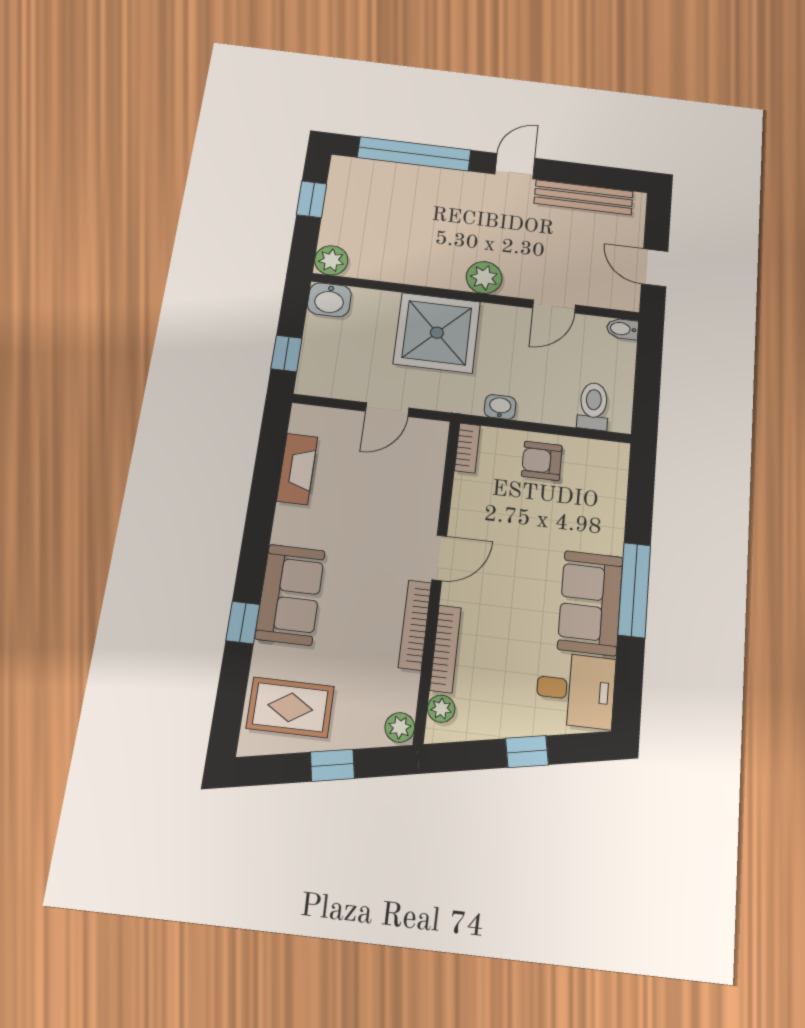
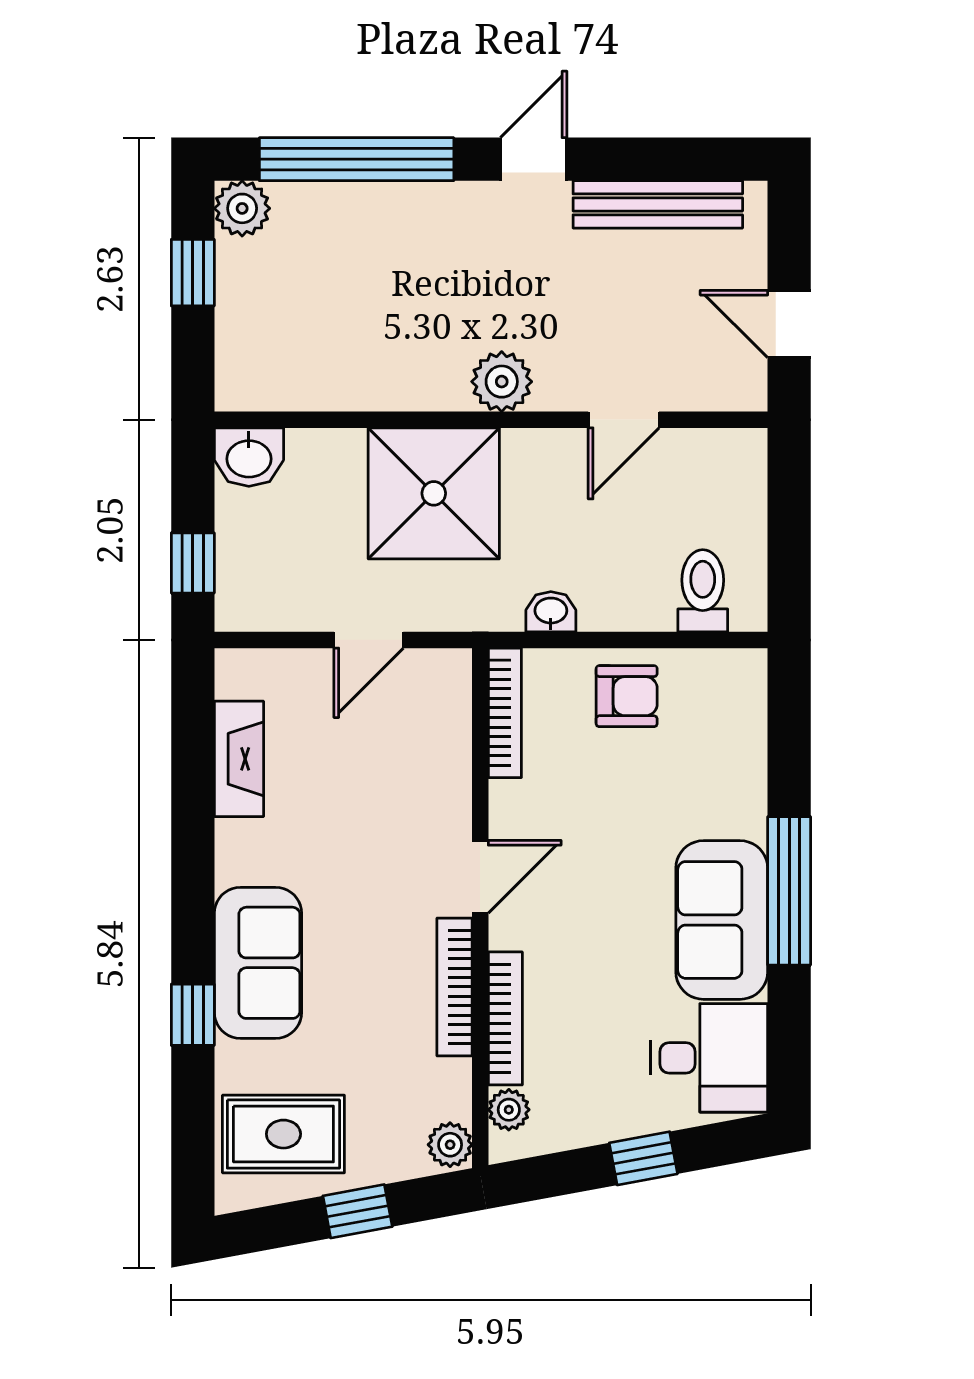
plant: (331, 260) -> (242, 208), moved
bidet: (622, 329) -> (741, 446), removed
bookcase: (467, 448) -> (505, 713), width x1.56
armchair: (542, 461) -> (627, 696), turned 180

